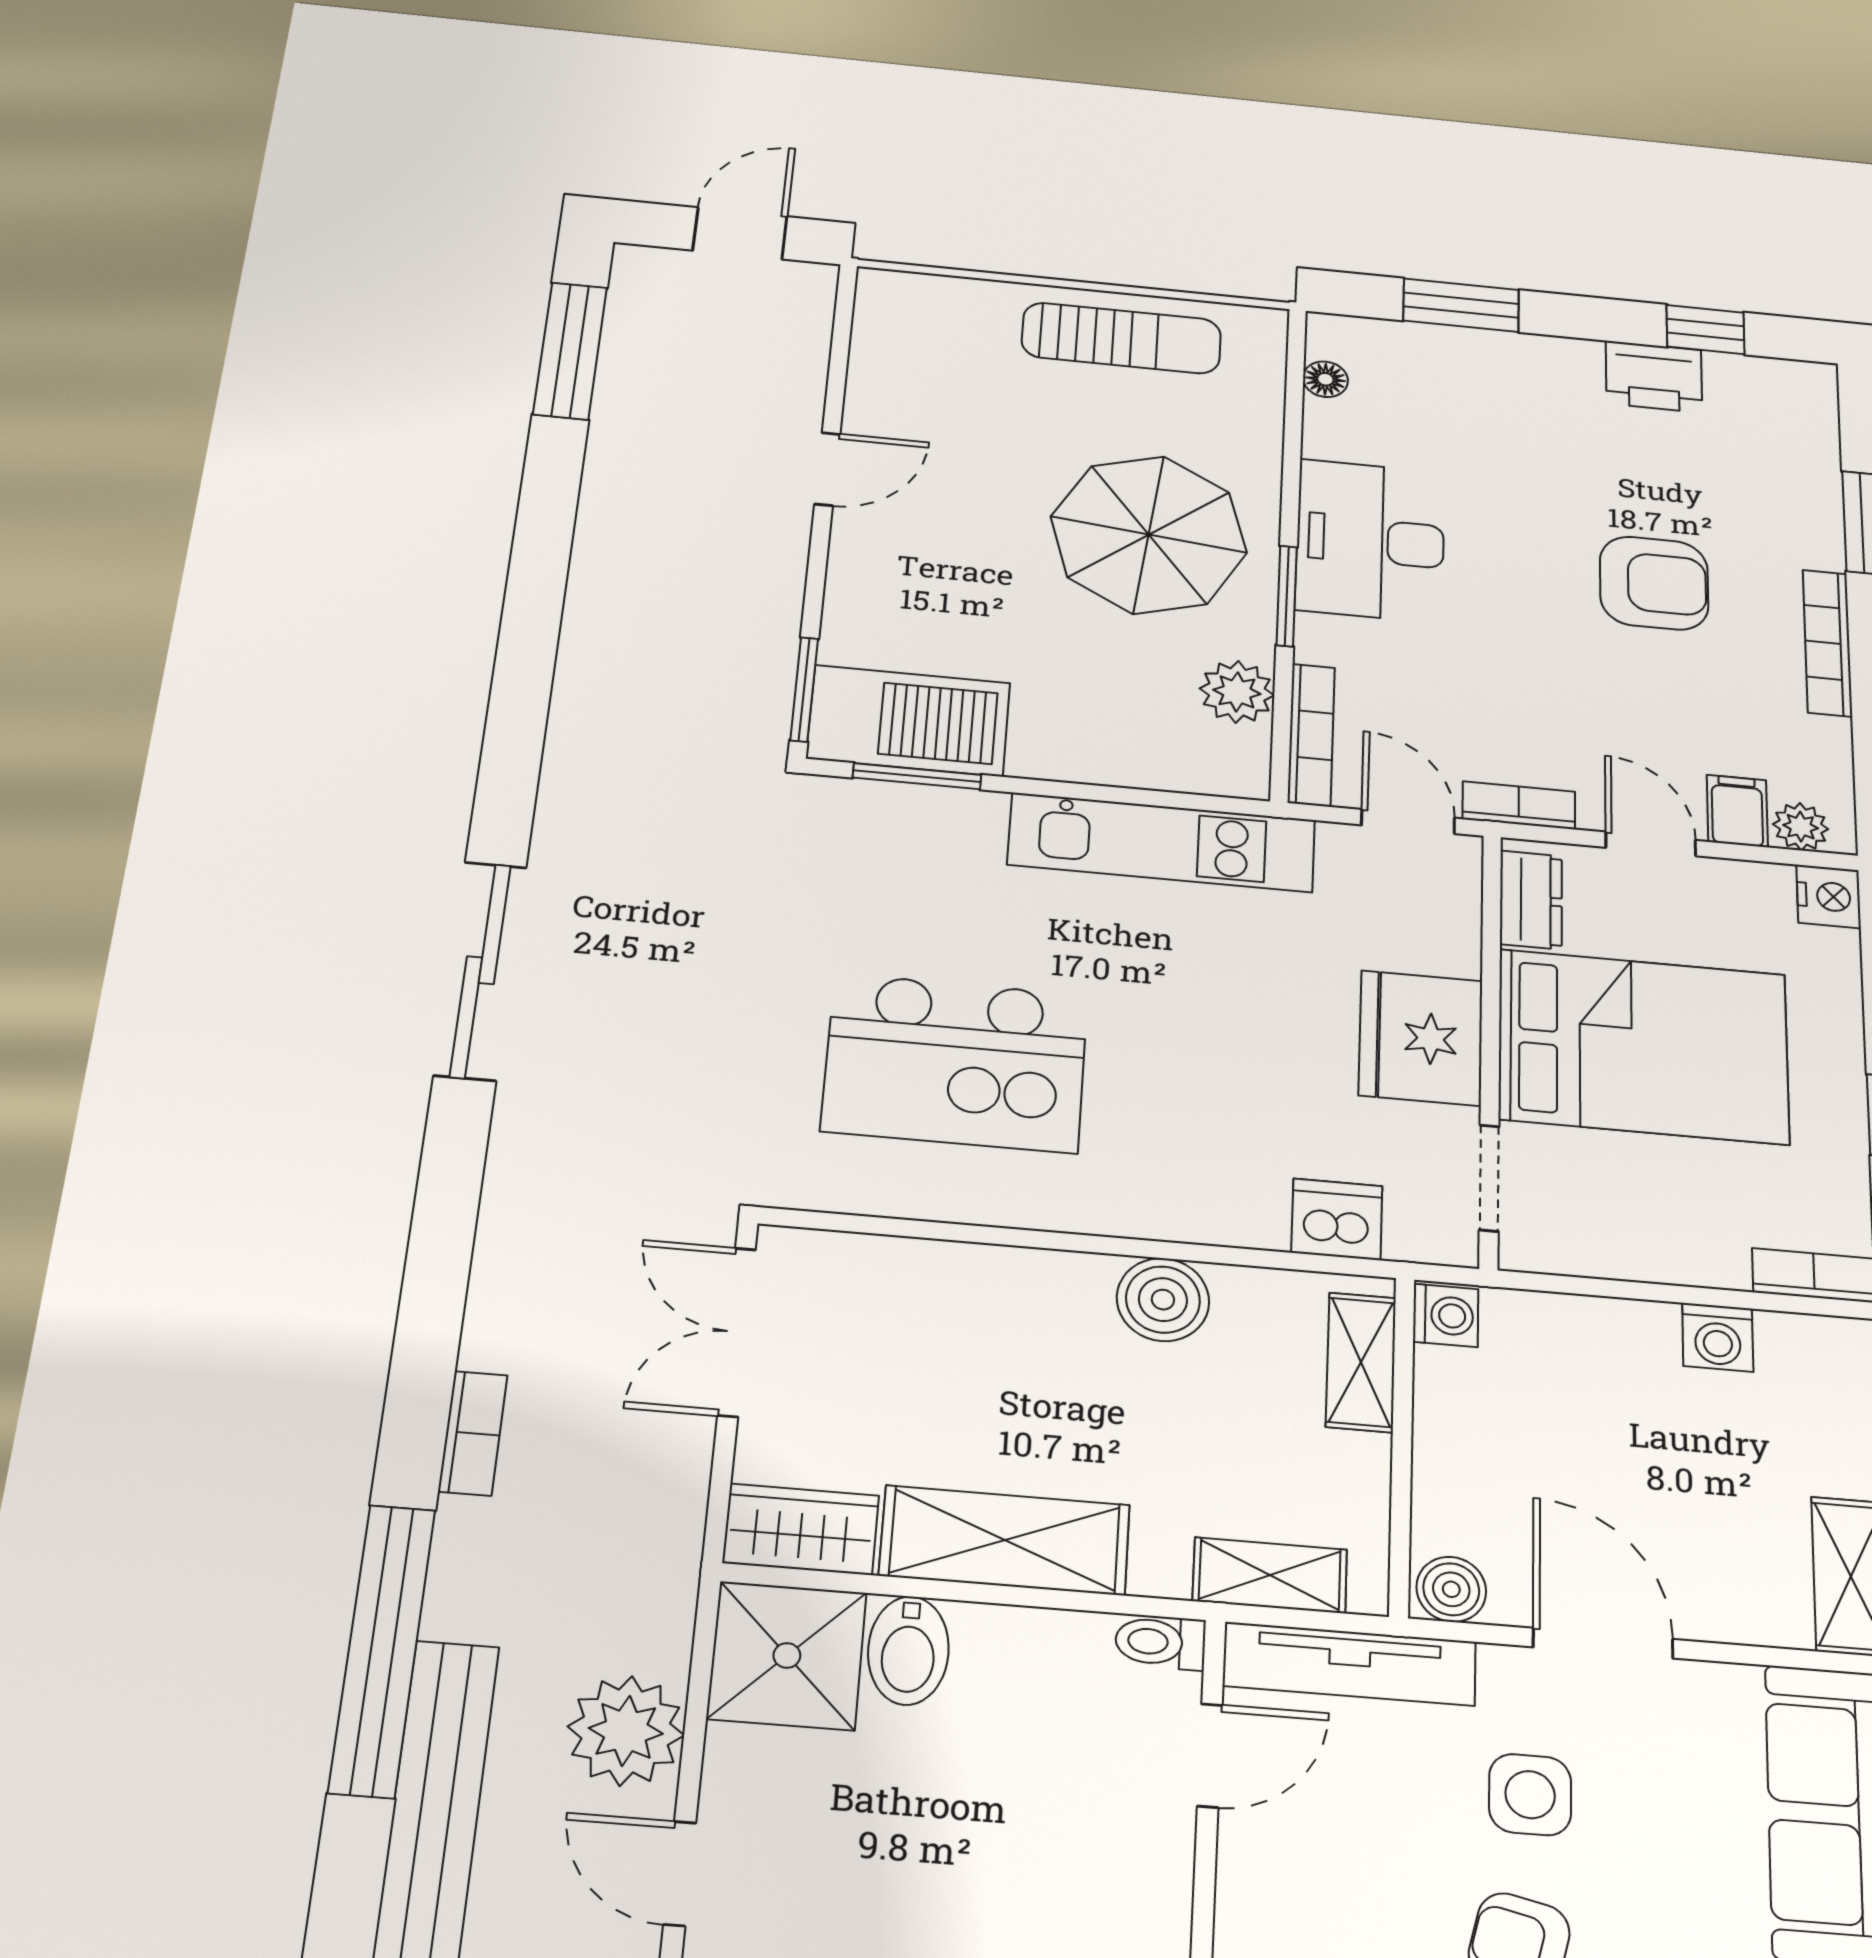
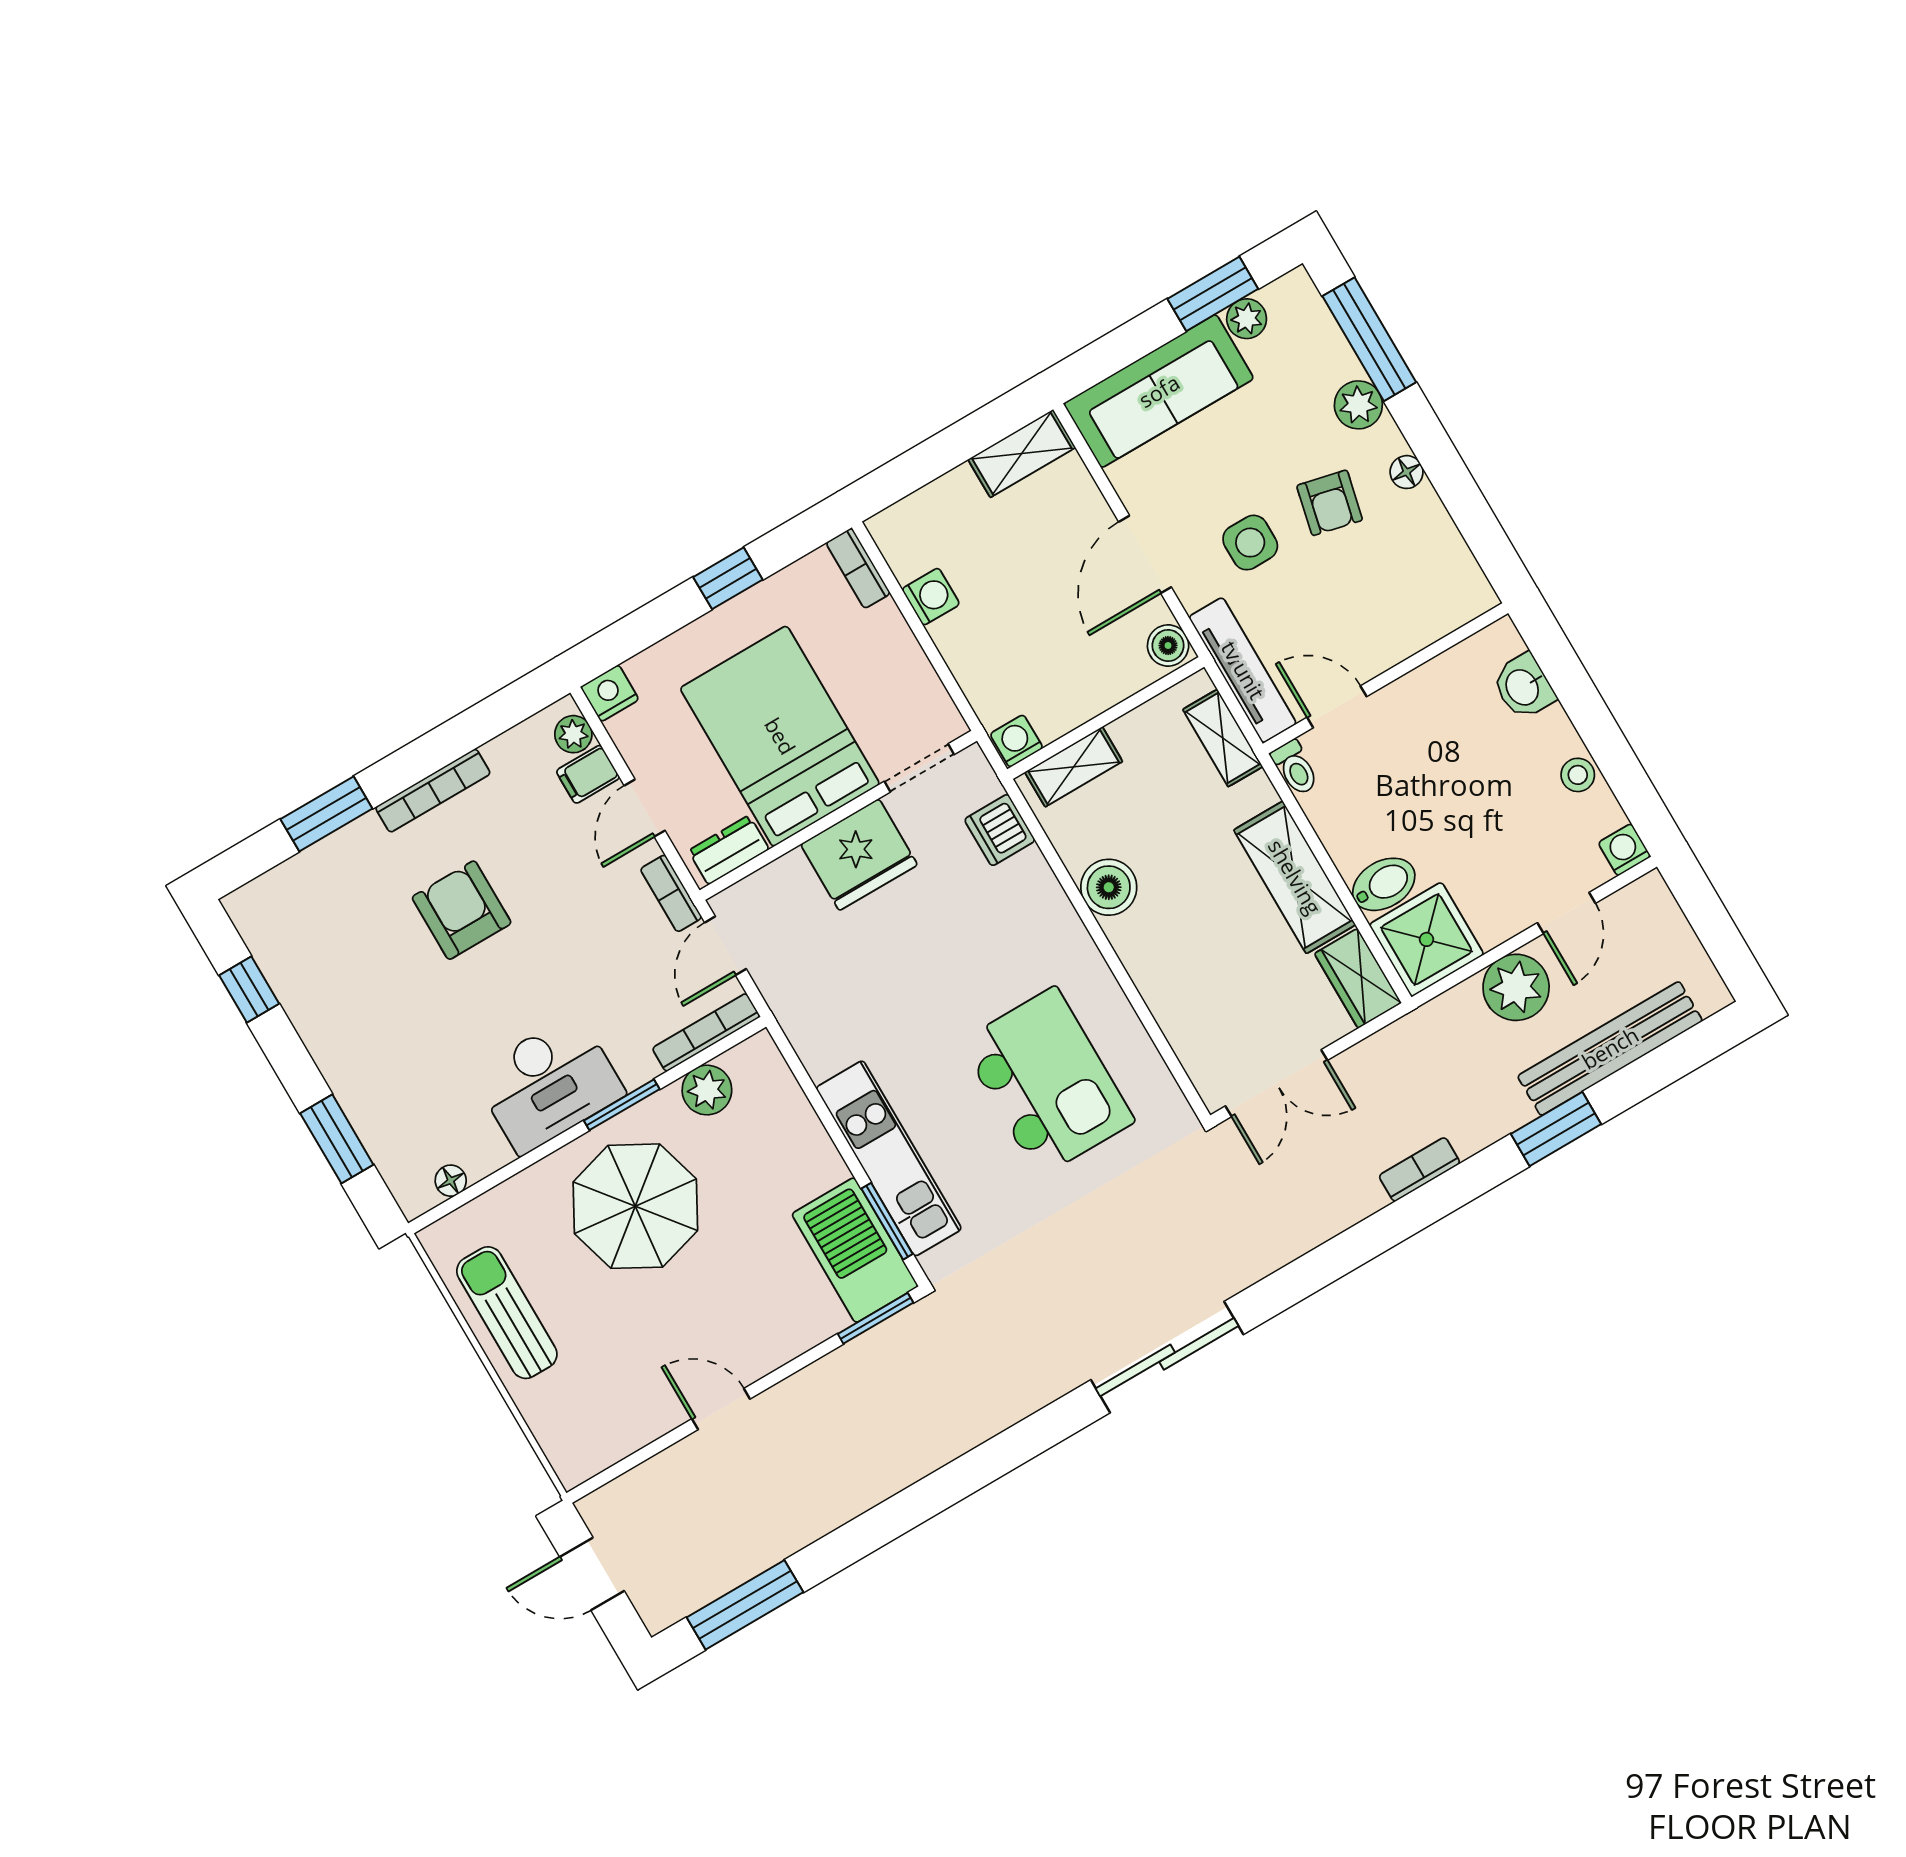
printer: (1654, 377) -> (308, 998), removed
kitchen unit: (1162, 842) -> (889, 1158), moved
window: (382, 1650) -> (1556, 1129), width x0.47

